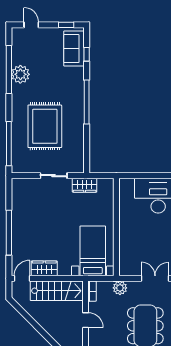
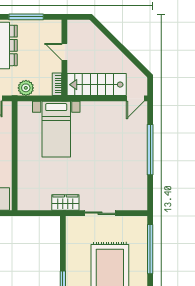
wall: (116, 227) -> (15, 156), moved
wardrobe: (44, 268) -> (110, 110), removed

